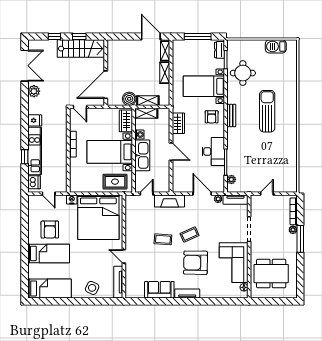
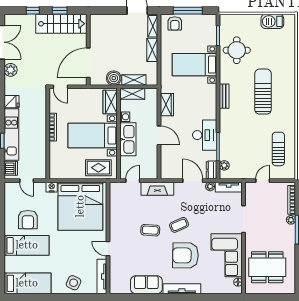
dresser: (220, 50) -> (211, 170), moved
armchair: (212, 117) -> (175, 23), moved
sun lounger: (281, 164) -> (278, 149), added
tv unit: (187, 294) -> (182, 289), width x1.41

